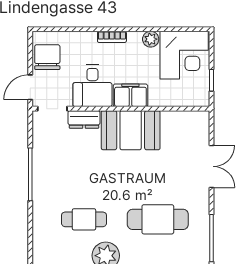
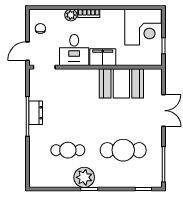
plant: (151, 39) -> (71, 15), moved
chair: (47, 57) -> (40, 29), width x0.54, depth x0.54
dresser: (84, 119) -> (36, 113), moved, turned -90
booth: (131, 130) -> (121, 83), moved

